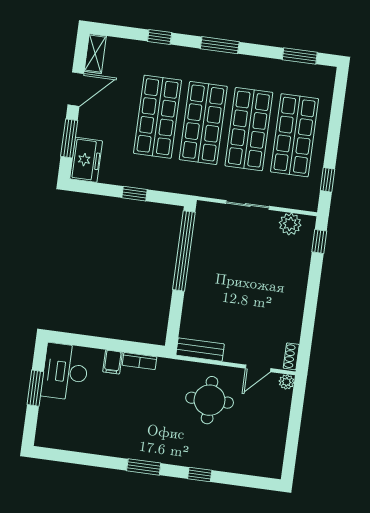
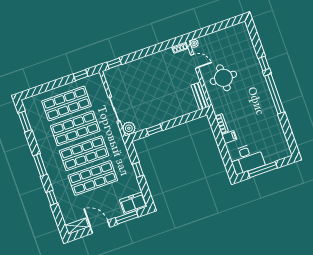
plant: (290, 224) -> (129, 128), moved
window: (184, 251) -> (154, 130), width x0.32
window: (35, 388) -> (263, 170), width x1.44
window: (144, 467) -> (275, 94), width x2.11

